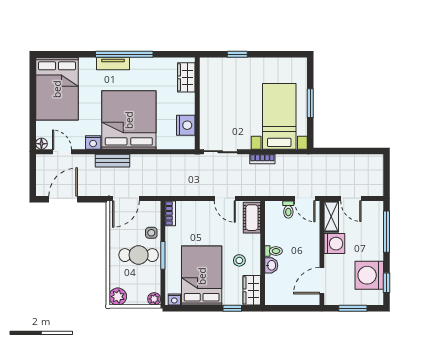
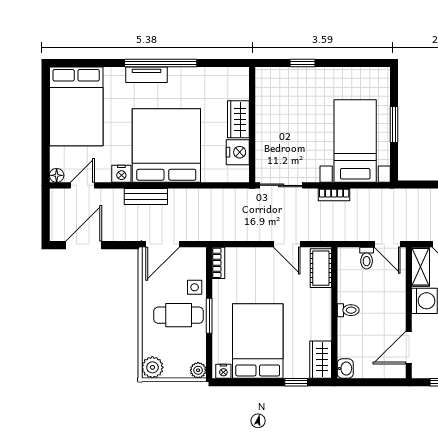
wardrobe: (186, 77) -> (238, 119), moved
door: (62, 152) -> (82, 185), hinge flipped
stool: (239, 260) -> (305, 322), removed
washbasin: (271, 265) -> (345, 368), moved

